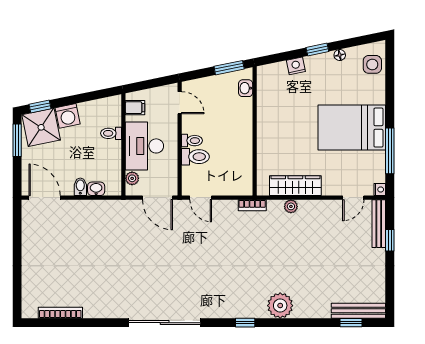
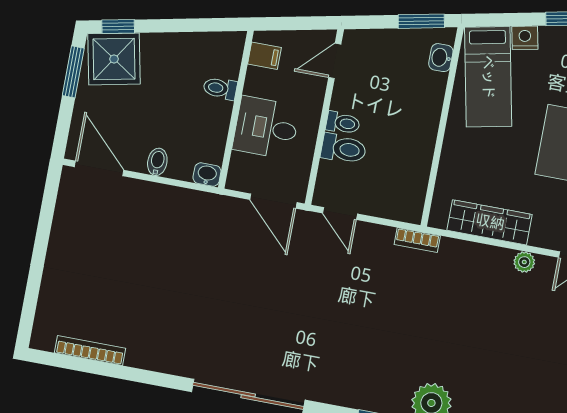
bed: (277, 95) -> (488, 77), added
door: (180, 103) -> (335, 61), swing flipped
washing machine: (68, 116) -> (158, 49), removed
desk: (144, 146) -> (266, 128), width x0.73
plant: (132, 178) -> (240, 164), removed
washbasin: (96, 189) -> (207, 174), moved
plant: (291, 206) -> (524, 262), moved

